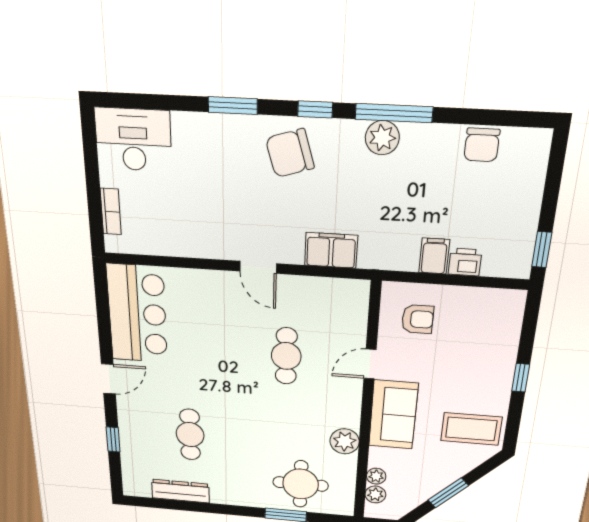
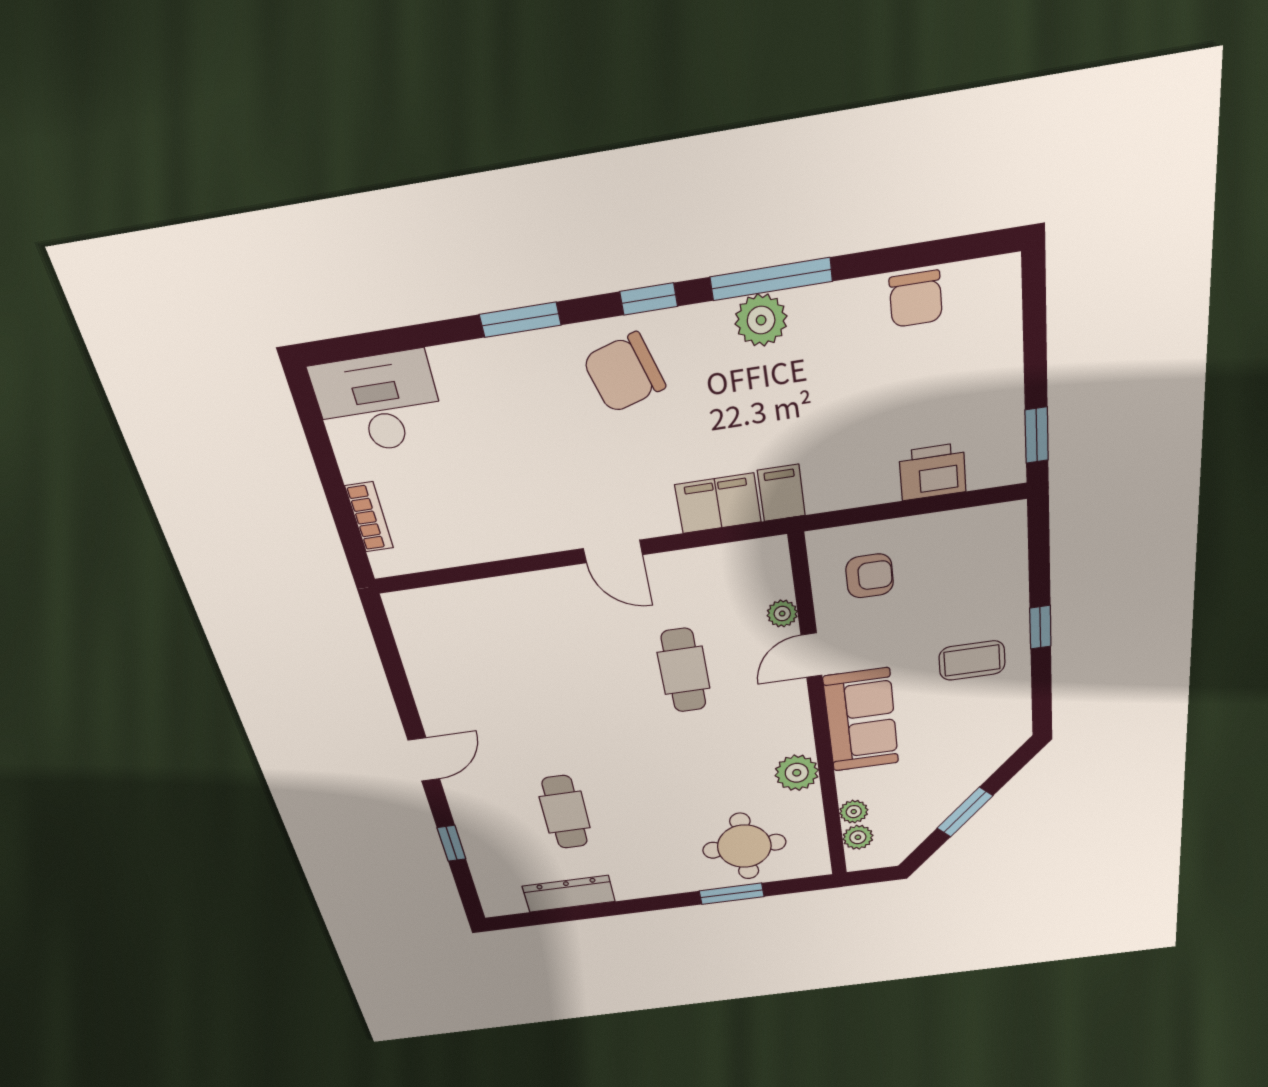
filing cabinet: (434, 256) -> (781, 493), moved
printer: (465, 262) -> (932, 472), width x1.36, depth x1.24
bar counter: (137, 314) -> (445, 658), removed
plant: (357, 332) -> (782, 614), added
coffee table: (471, 429) -> (972, 660), moved, width x0.73, depth x0.77

